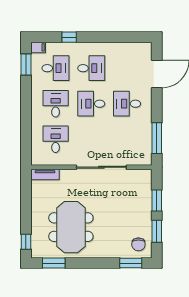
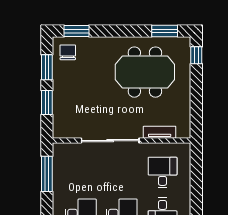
desk: (56, 139) -> (163, 173), turned 180
tv unit: (45, 174) -> (160, 132), moved
meeting table: (71, 227) -> (145, 72), turned 90

